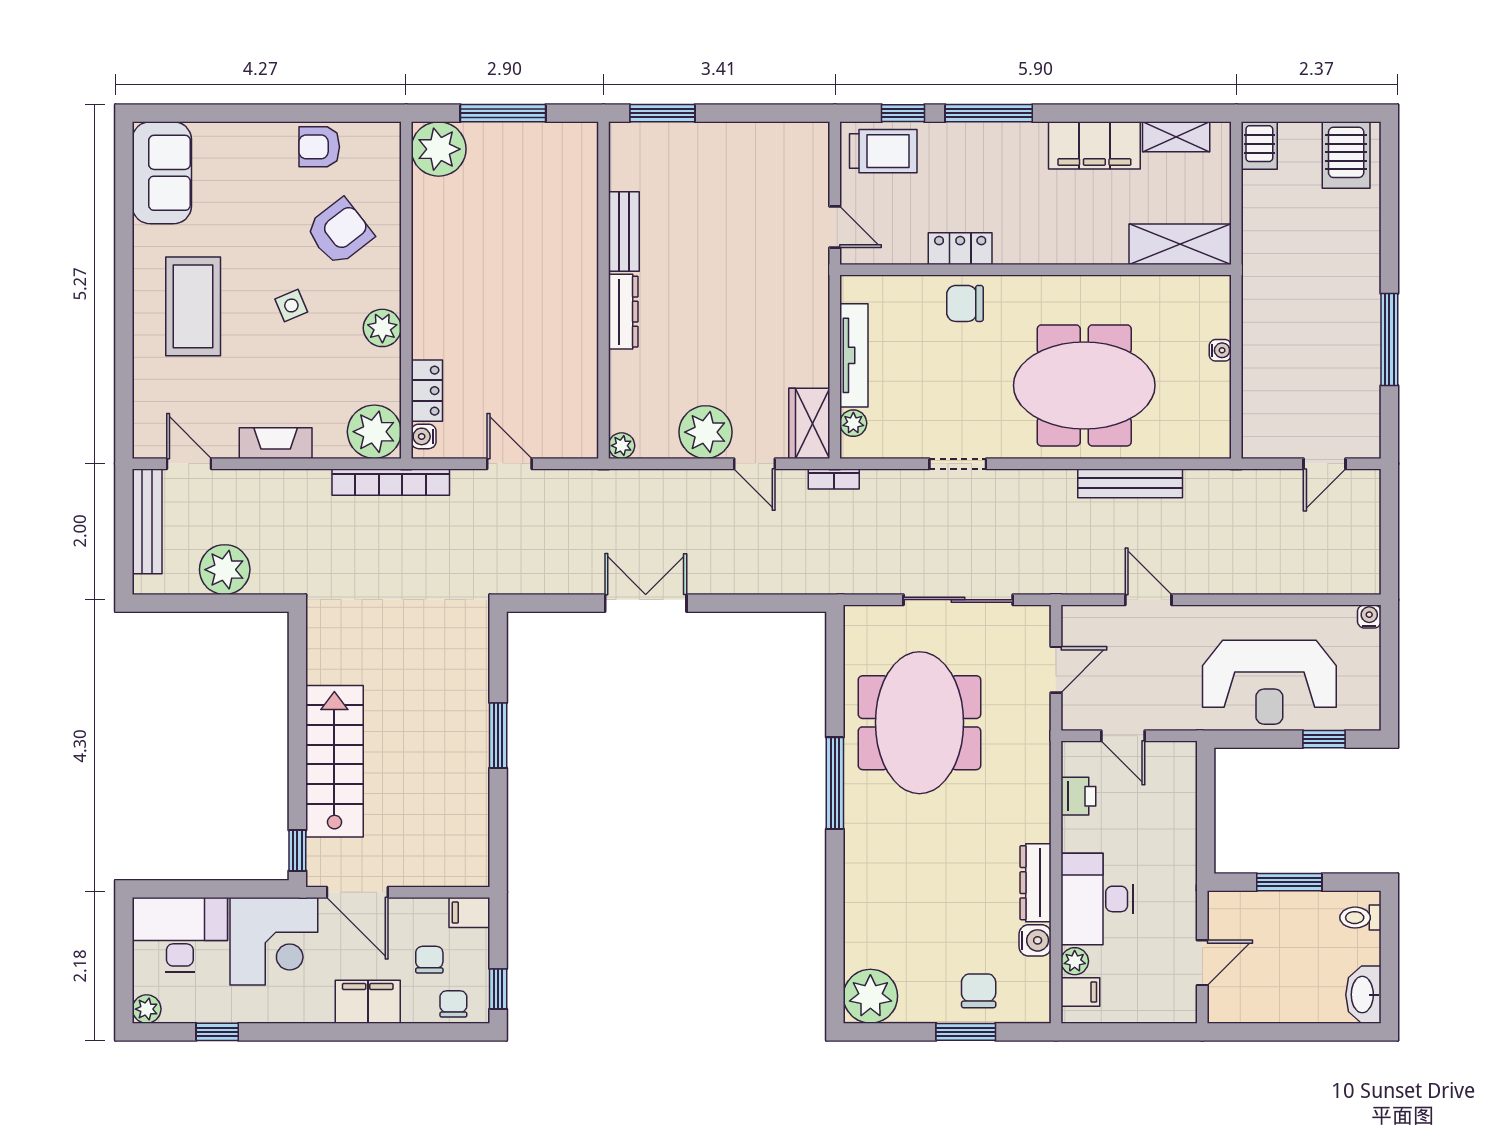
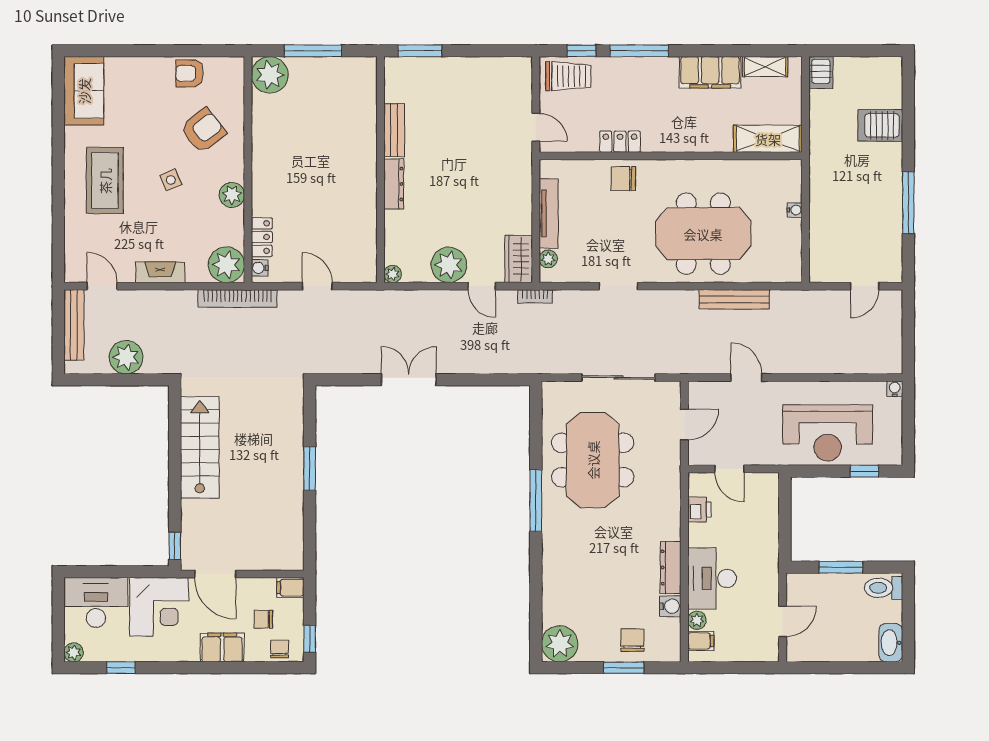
server rack: (1346, 155) -> (880, 125), moved, turned 90
stairs: (334, 761) -> (200, 447), moved
toilet: (1360, 918) -> (883, 588), width x1.37, depth x1.39
chair: (429, 960) -> (263, 619), turned -90

